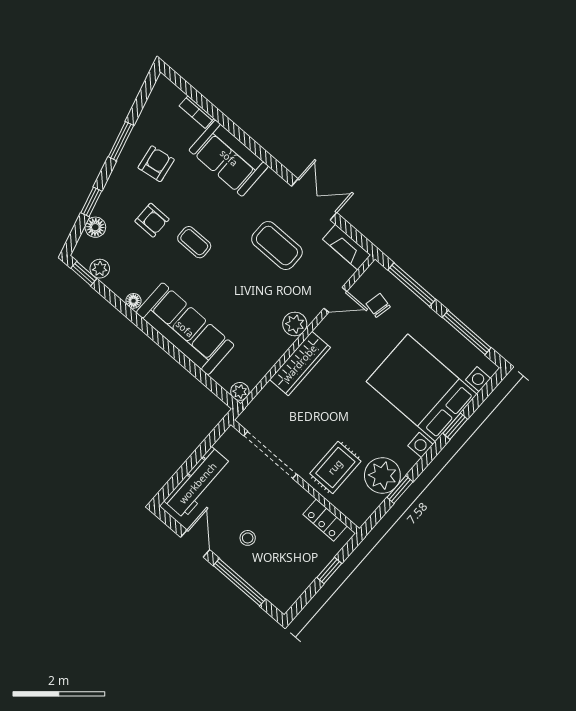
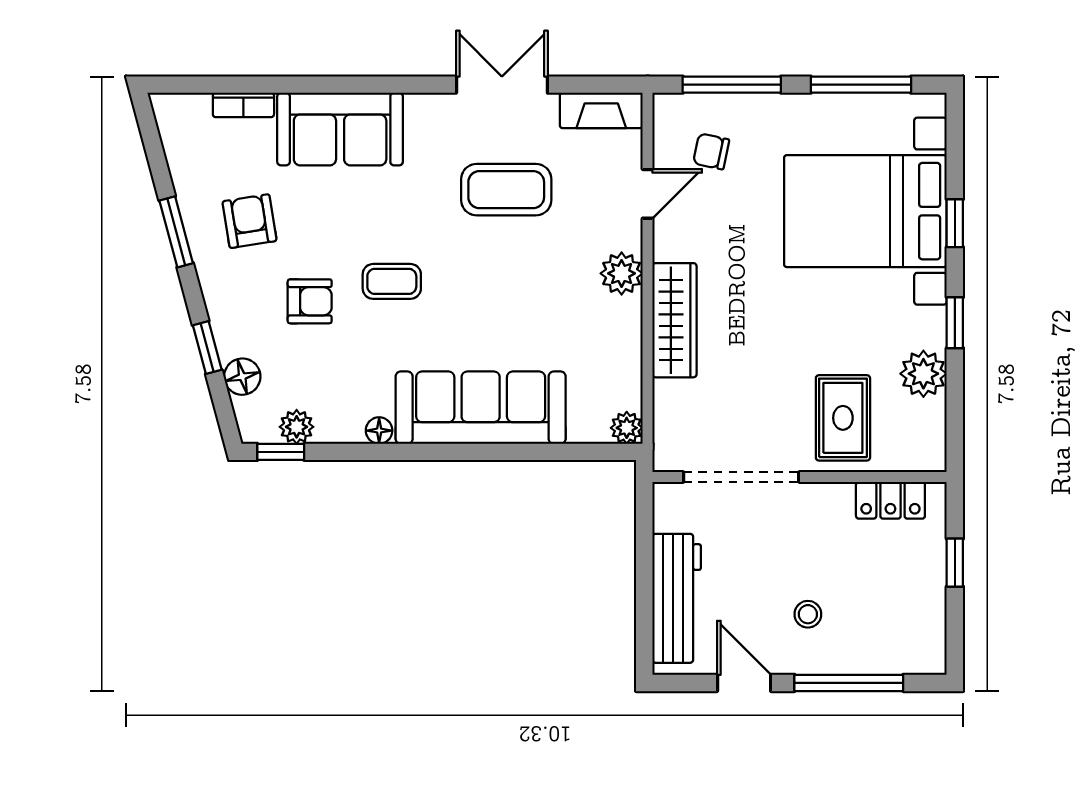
plant: (382, 475) -> (923, 374), width x0.73, depth x0.73
window: (400, 490) -> (955, 323), moved

